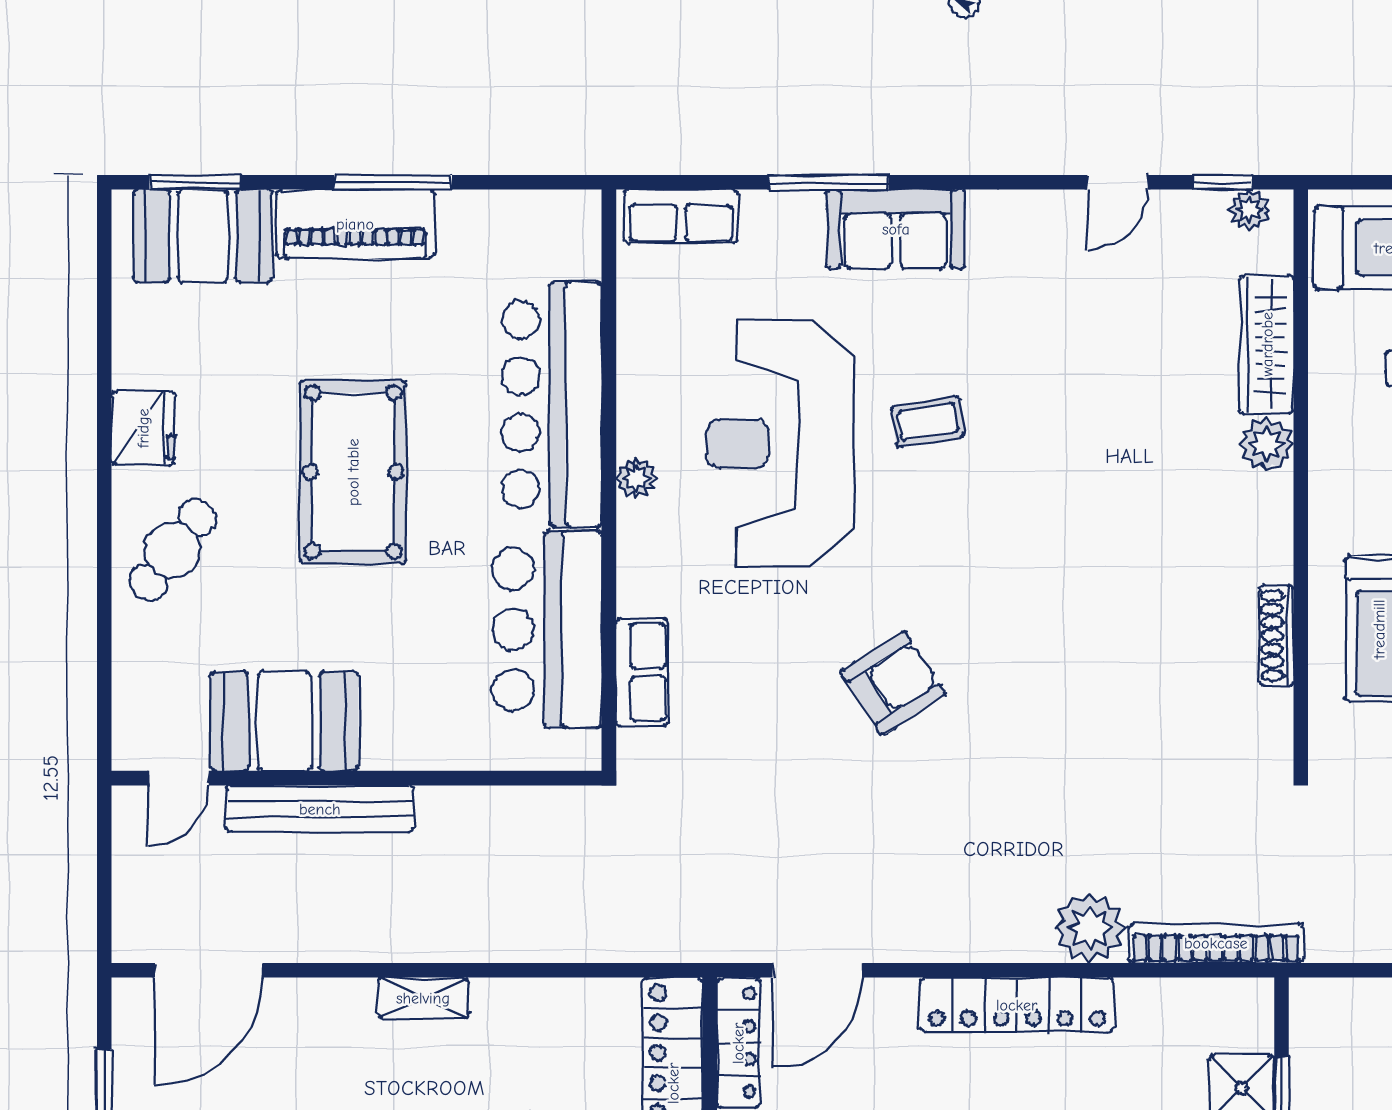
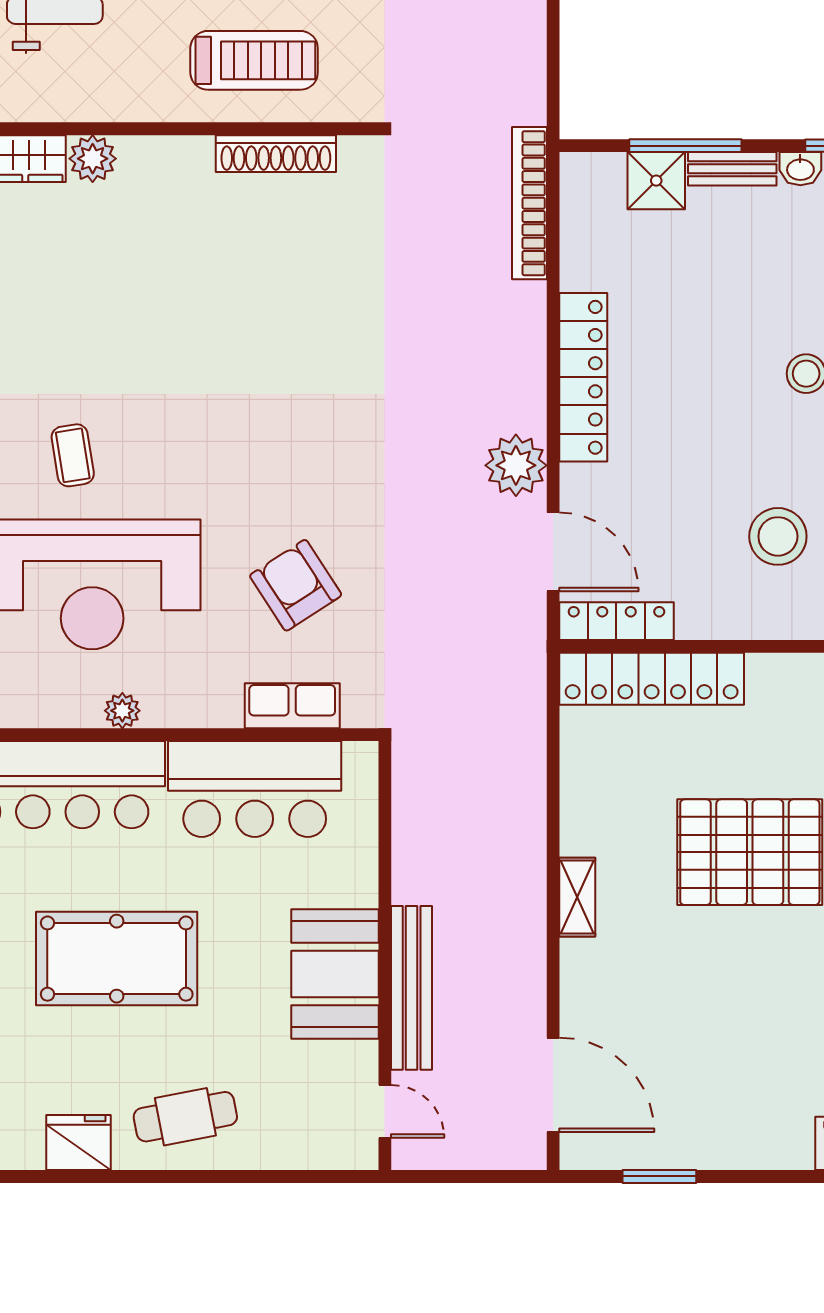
cafe table: (173, 550) -> (185, 1117), turned -48
shoe rack: (1276, 635) -> (276, 154), width x1.36, depth x1.24
armchair: (893, 683) -> (296, 585), moved
booth: (284, 721) -> (335, 974), moved
plant: (1090, 928) -> (516, 465), moved

